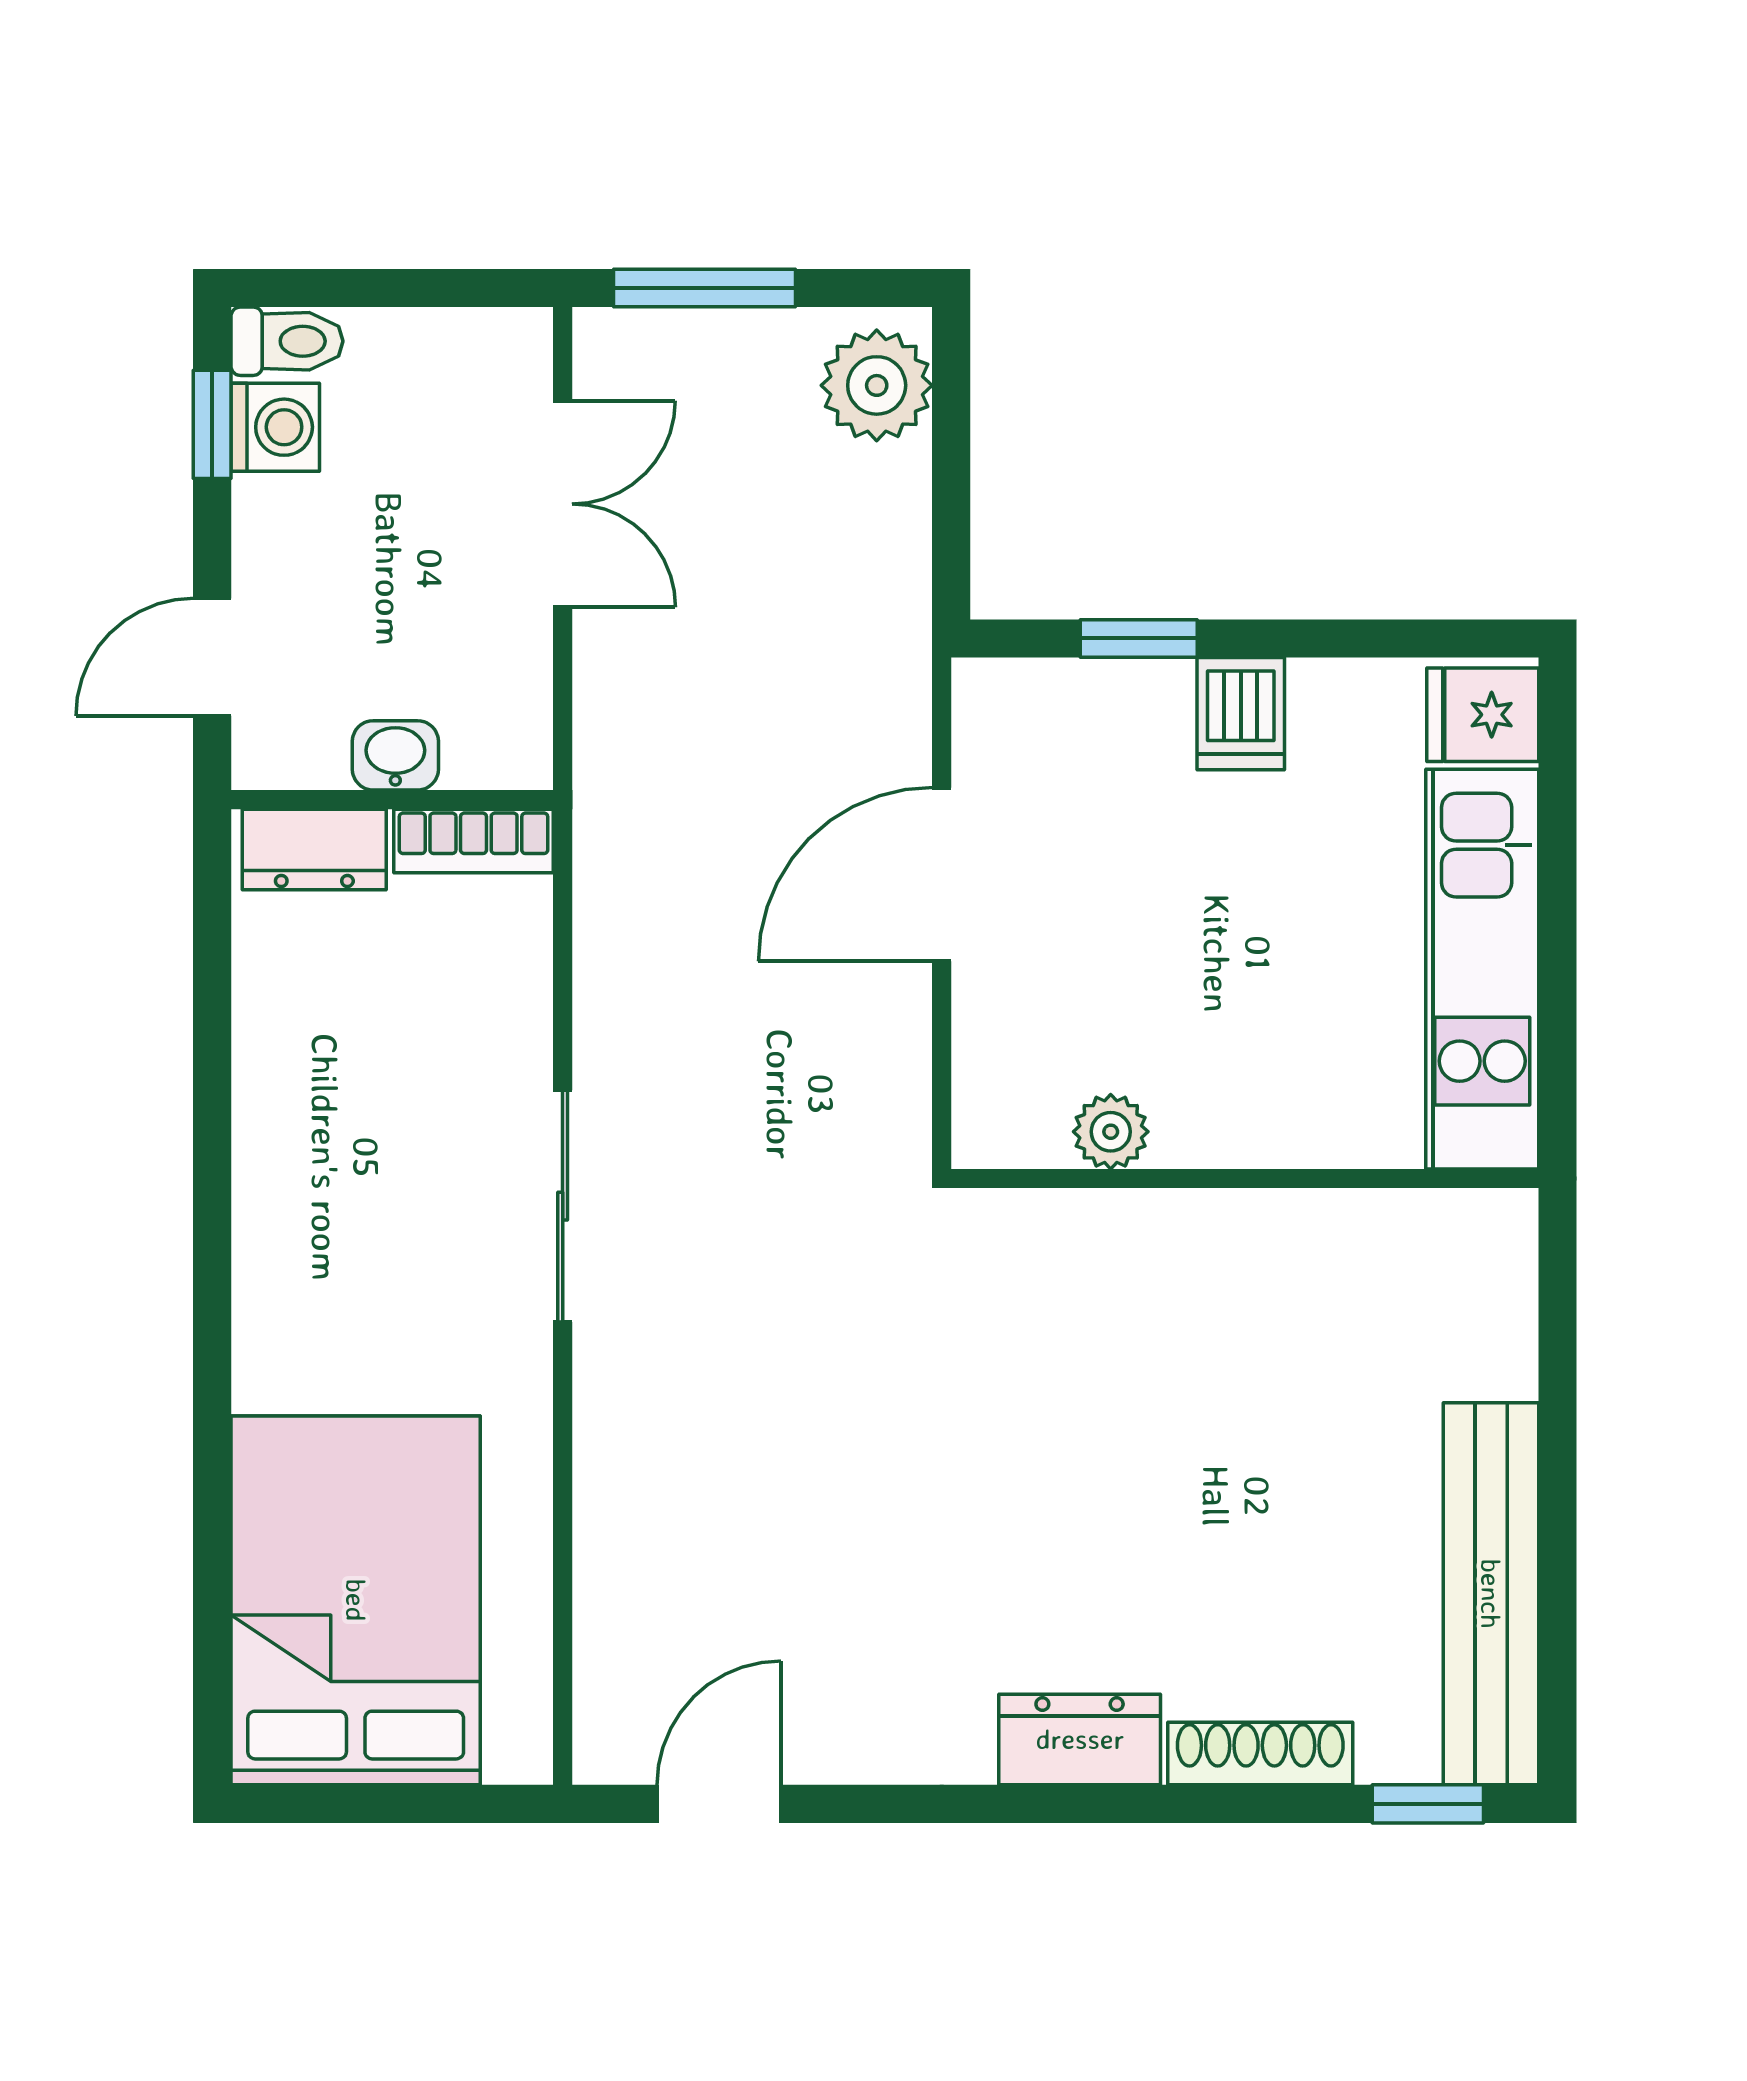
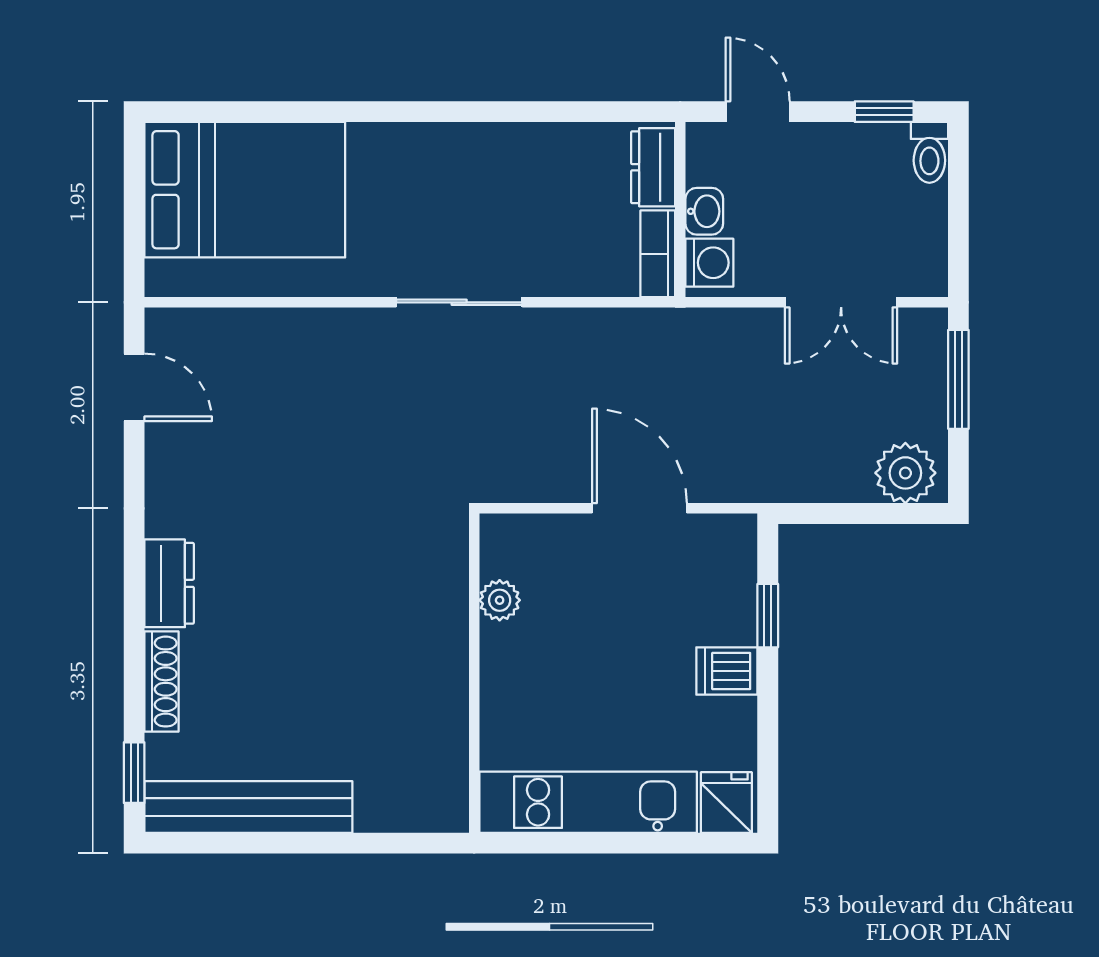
washing machine: (275, 427) -> (709, 263), moved, turned -90

